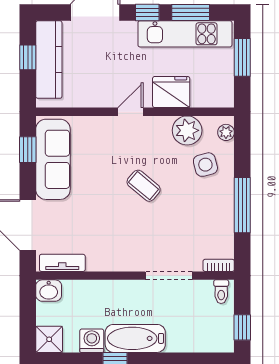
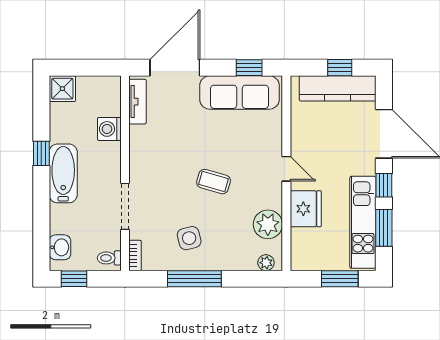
side table: (205, 165) -> (189, 238), moved
coffee table: (144, 186) -> (214, 182), turned 66
washbasin: (49, 291) -> (60, 247), moved, turned 180
washing machine: (92, 341) -> (109, 129), moved, turned 180

